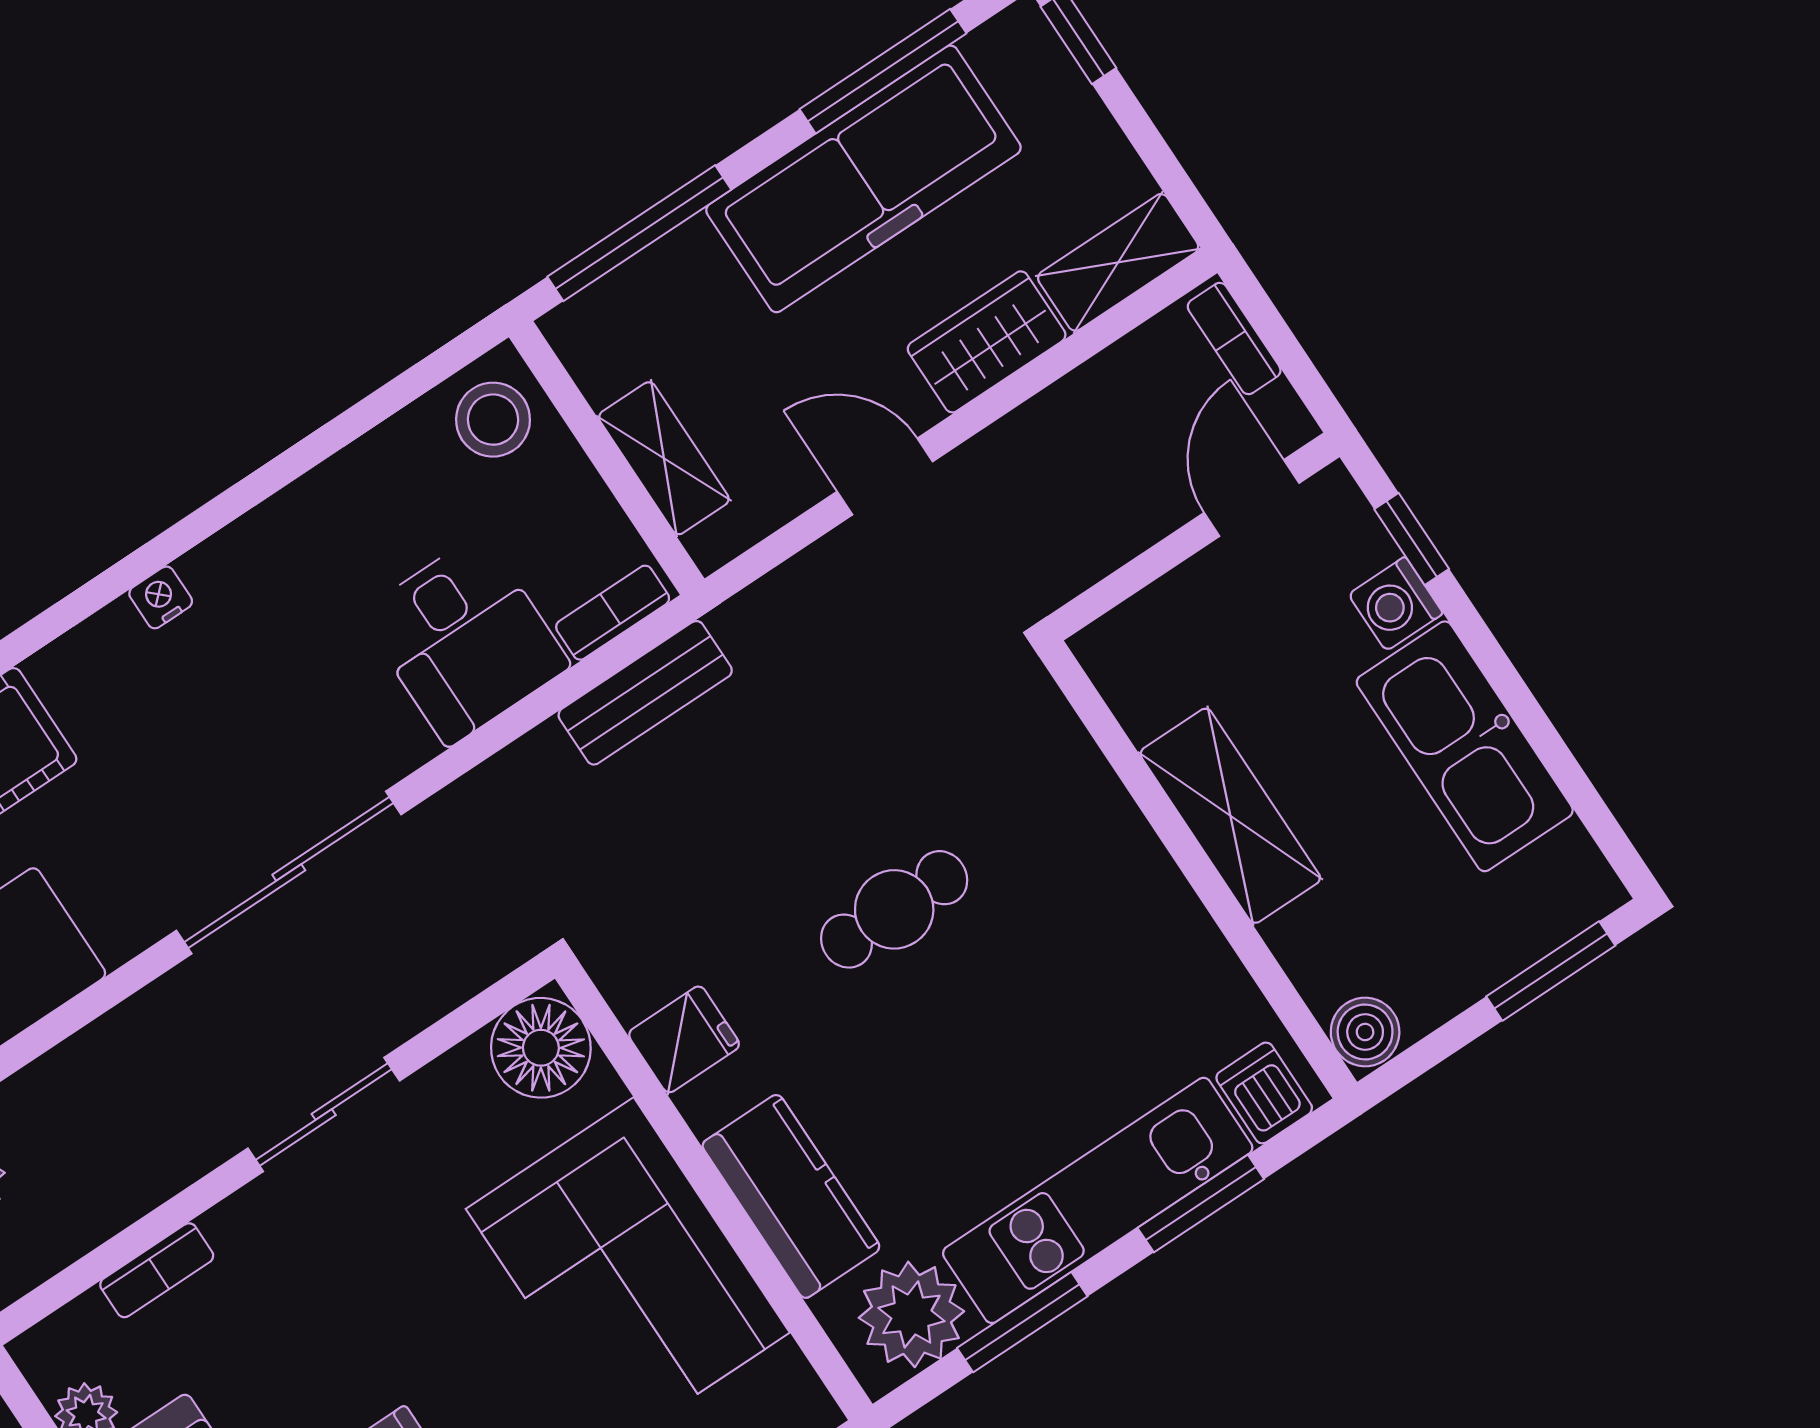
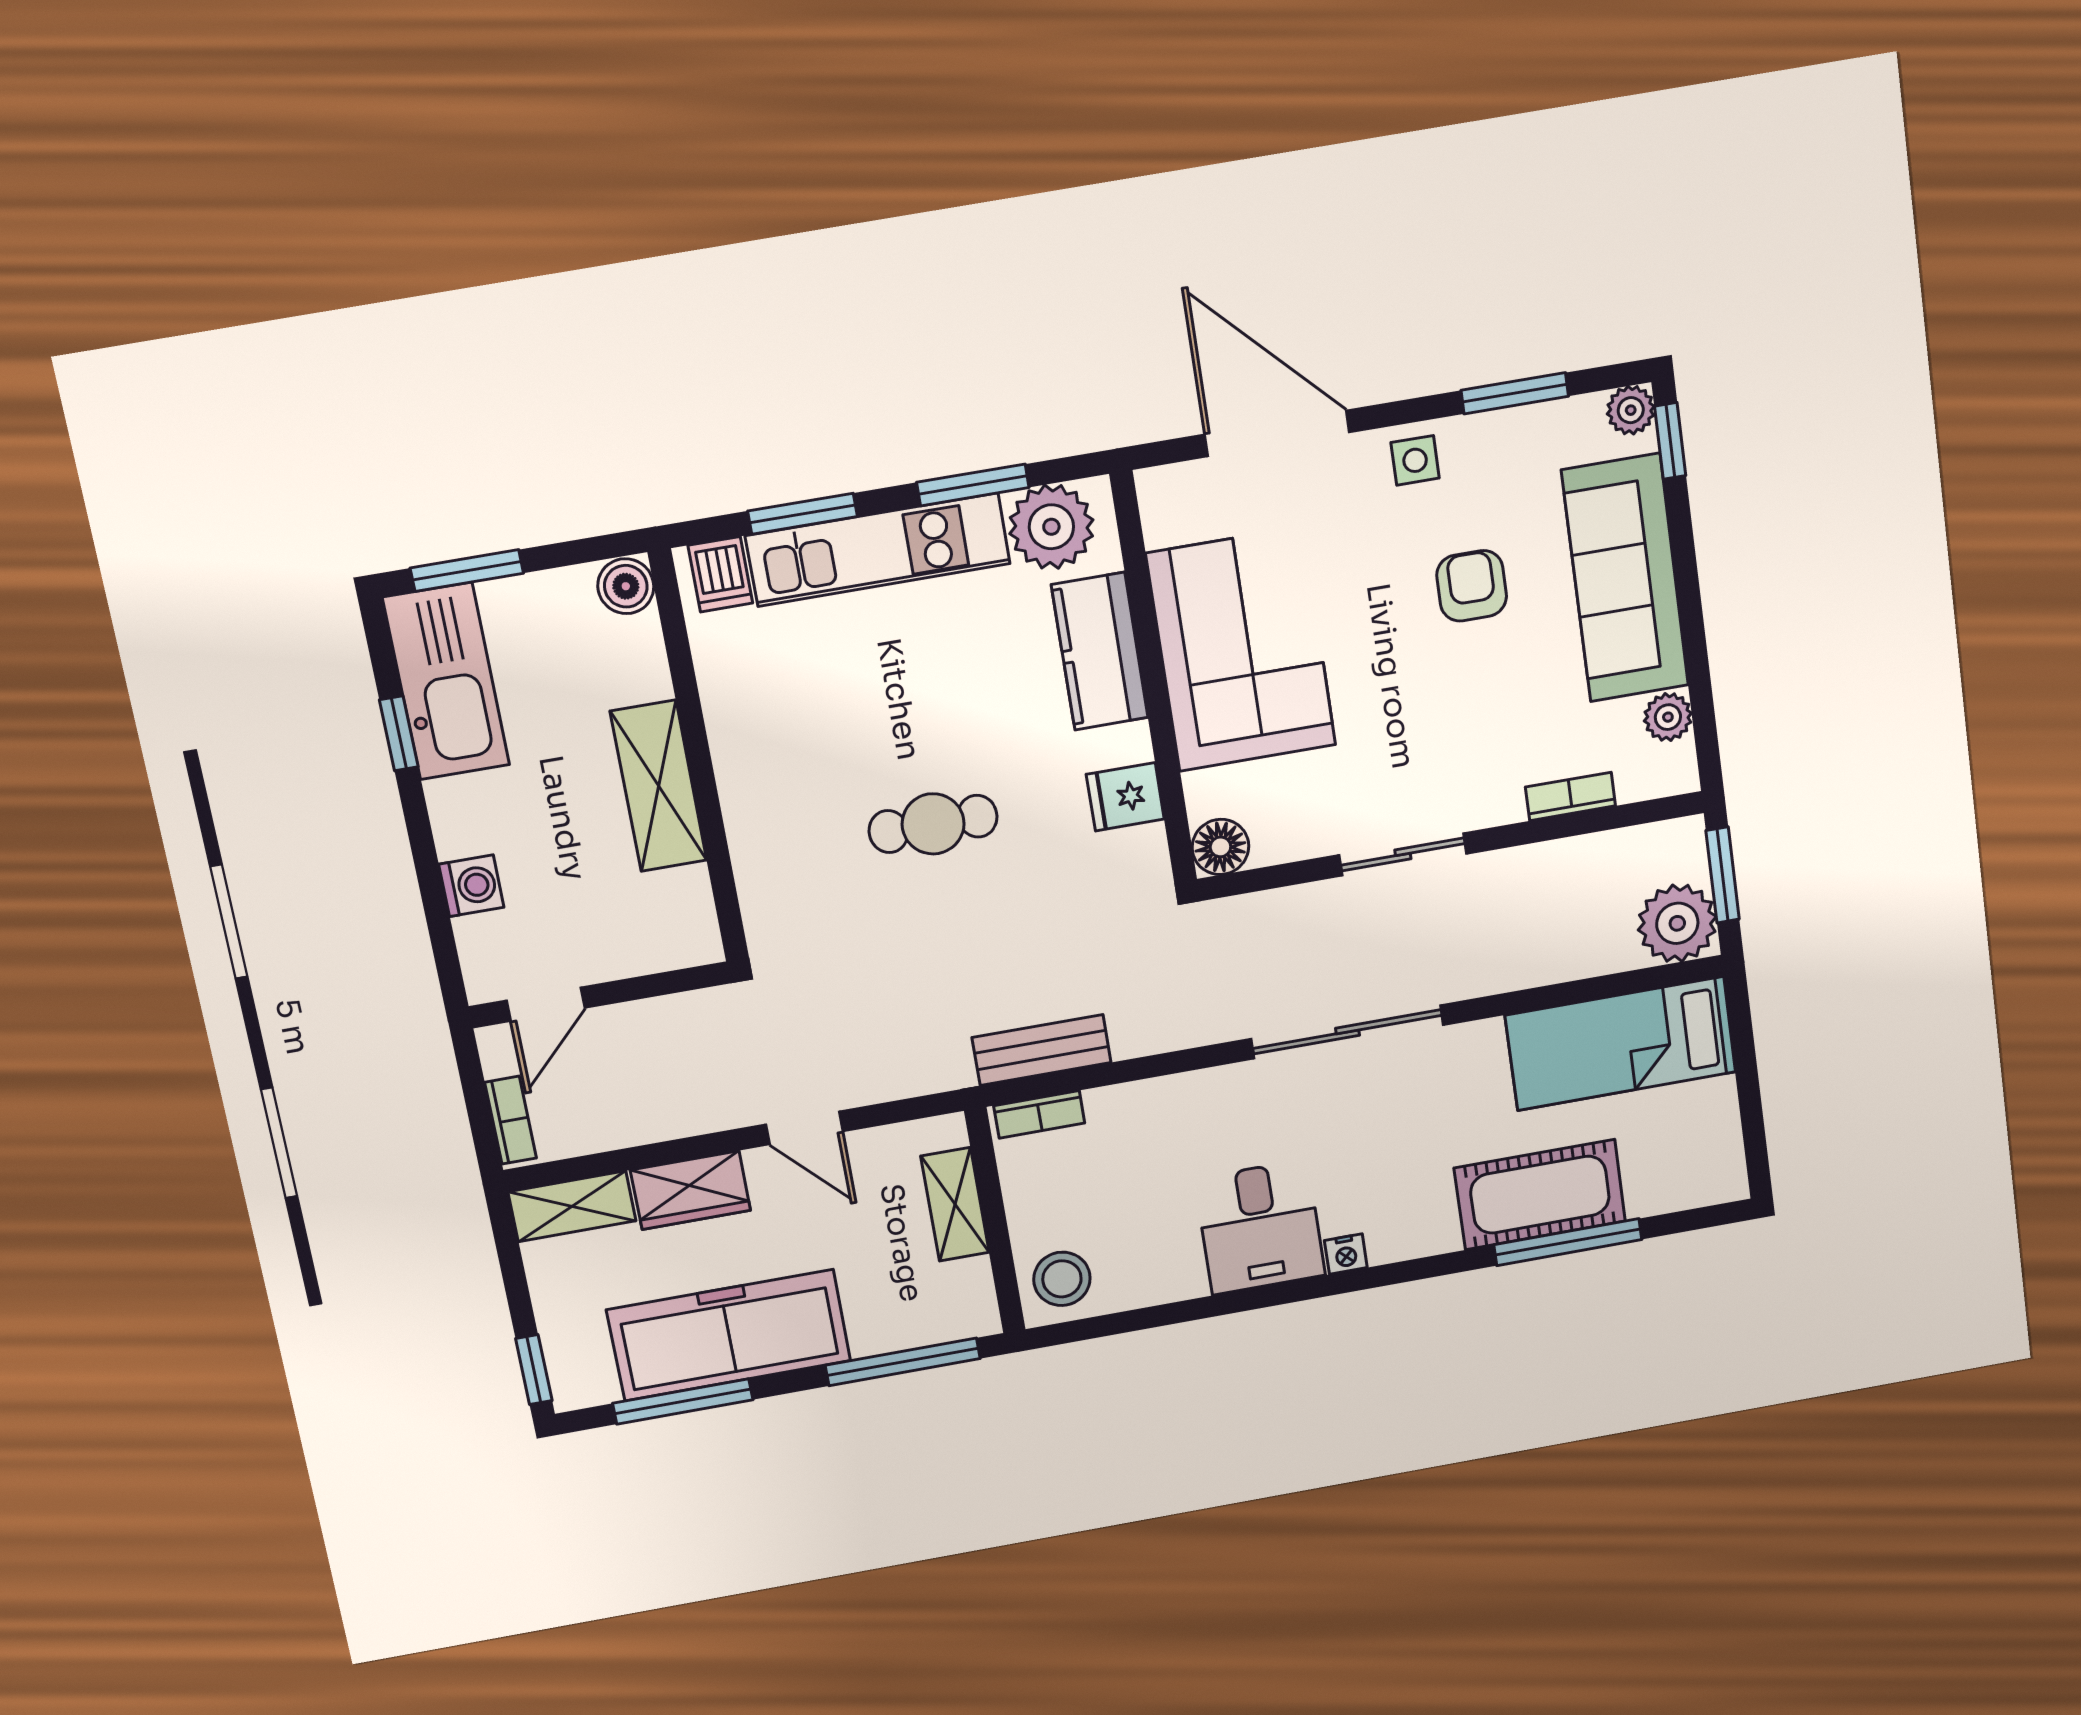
window: (1412, 539) -> (399, 733), moved
desk: (465, 640) -> (1260, 1227), moved, turned 180
kitchen sink: (1465, 746) -> (446, 681), moved
floor lamp: (541, 1048) -> (1220, 847), width x0.73, depth x0.73

